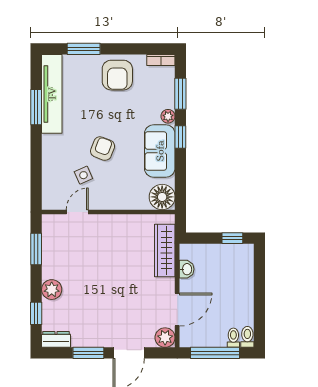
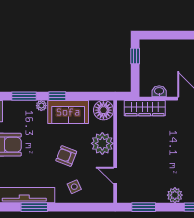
side table: (83, 175) -> (74, 187), moved
plant: (119, 195) -> (102, 143), added

